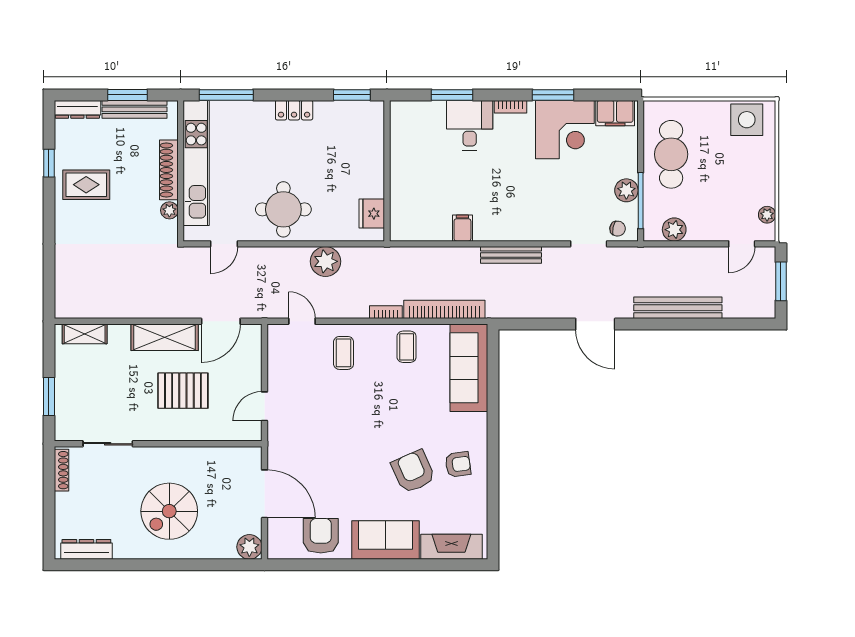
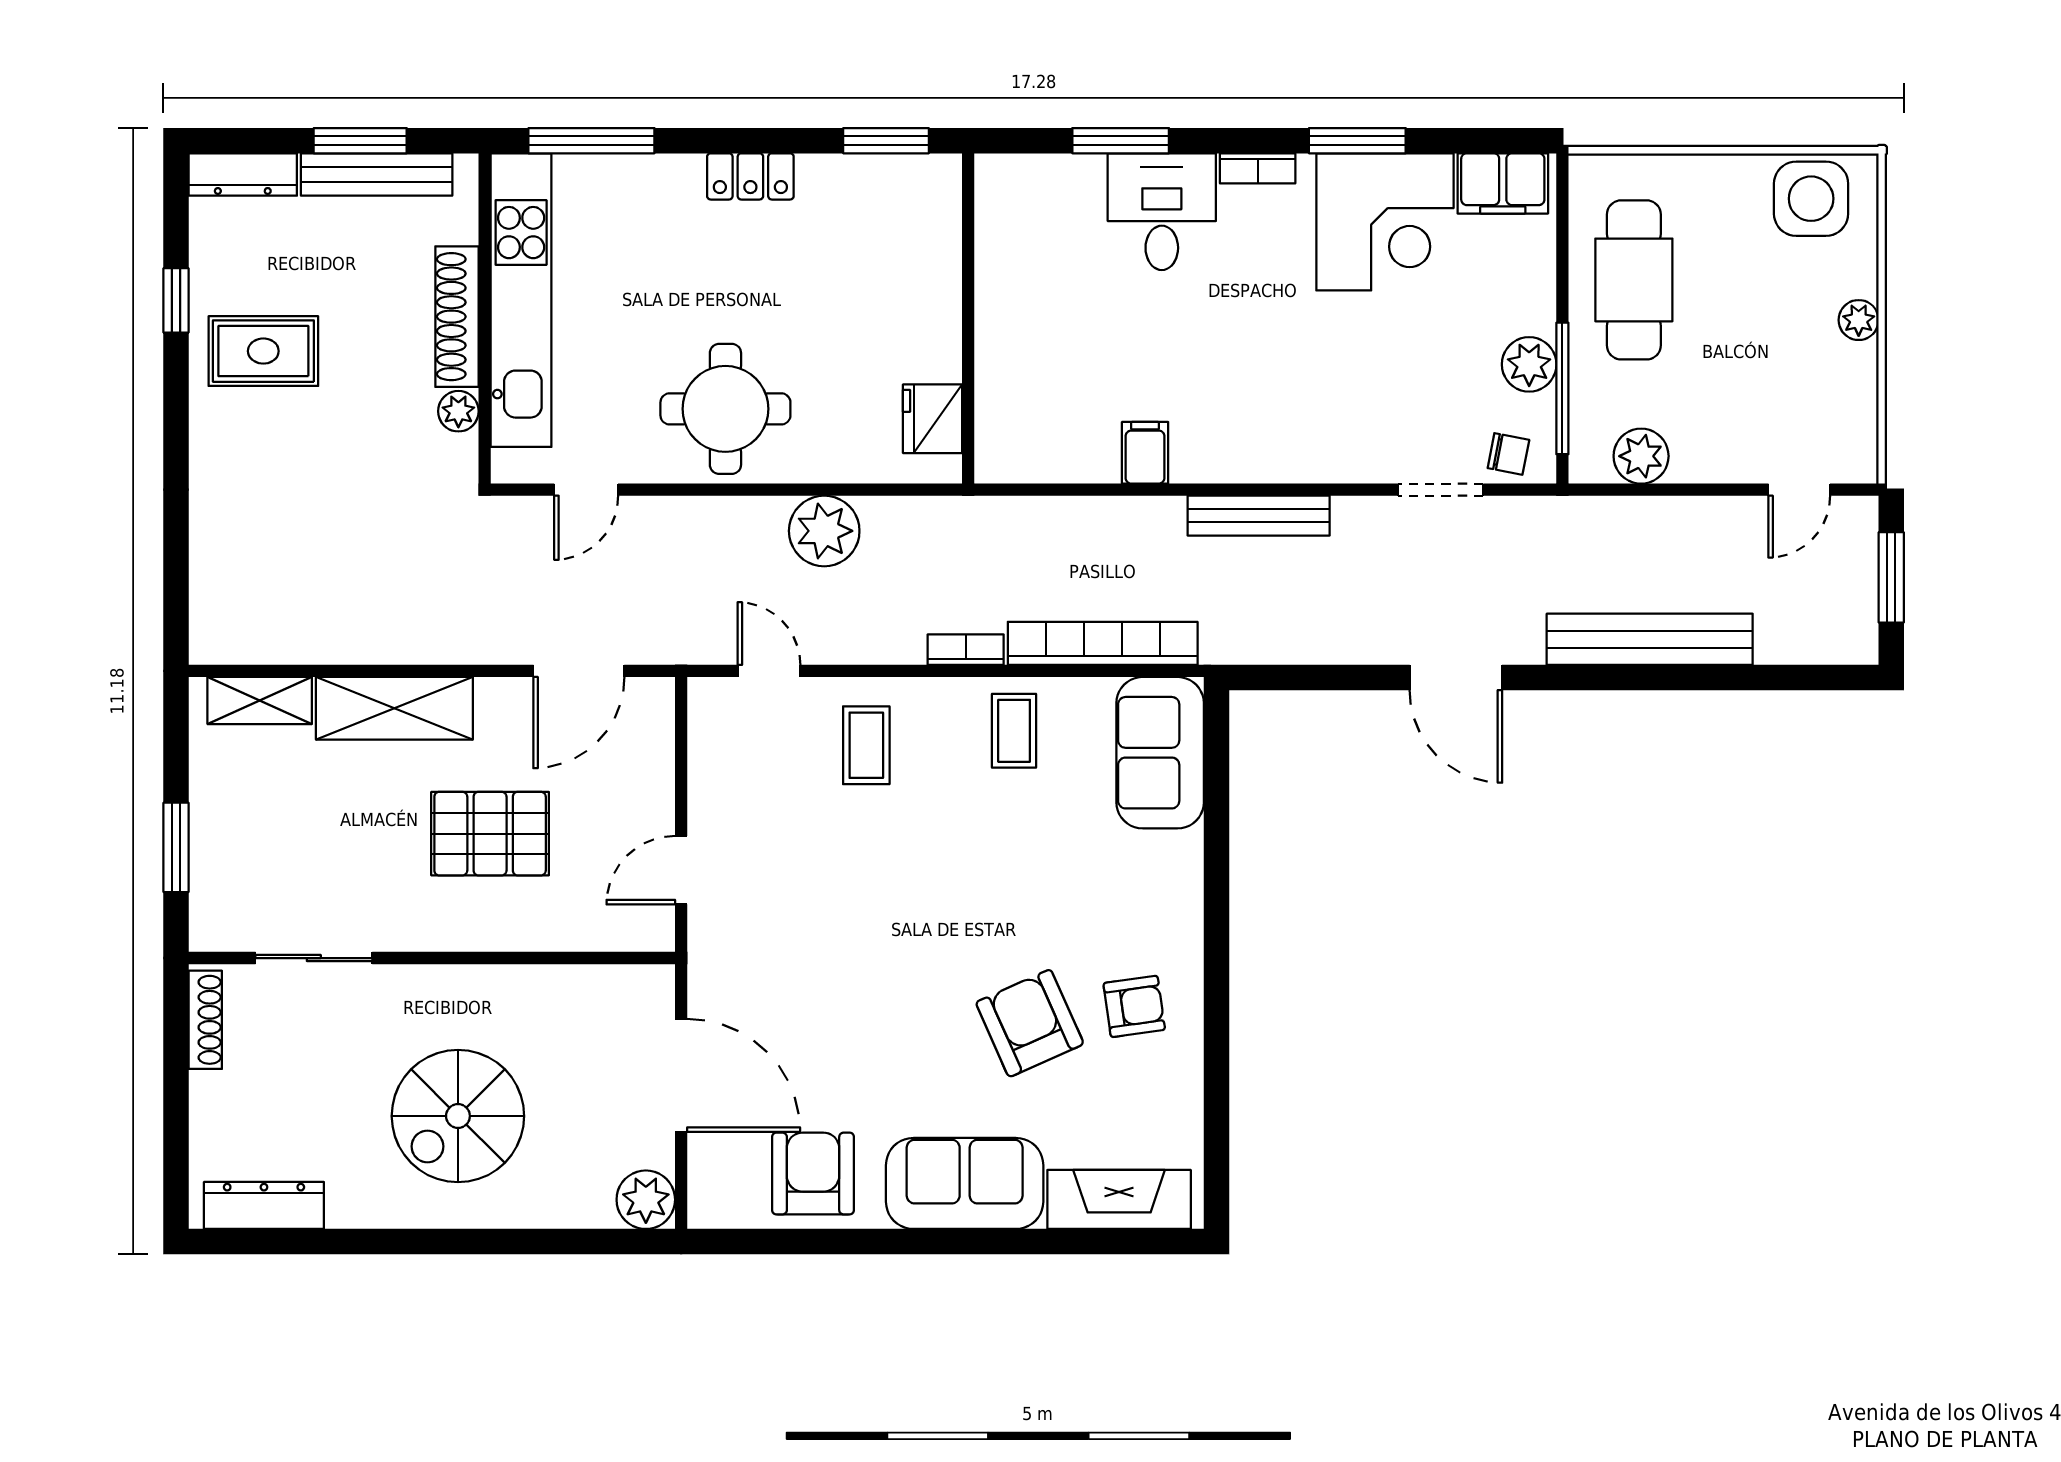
plant: (767, 215) -> (1859, 320), moved
shelving: (165, 337) -> (394, 708), moved
sofa: (469, 368) -> (1160, 753), width x0.73

